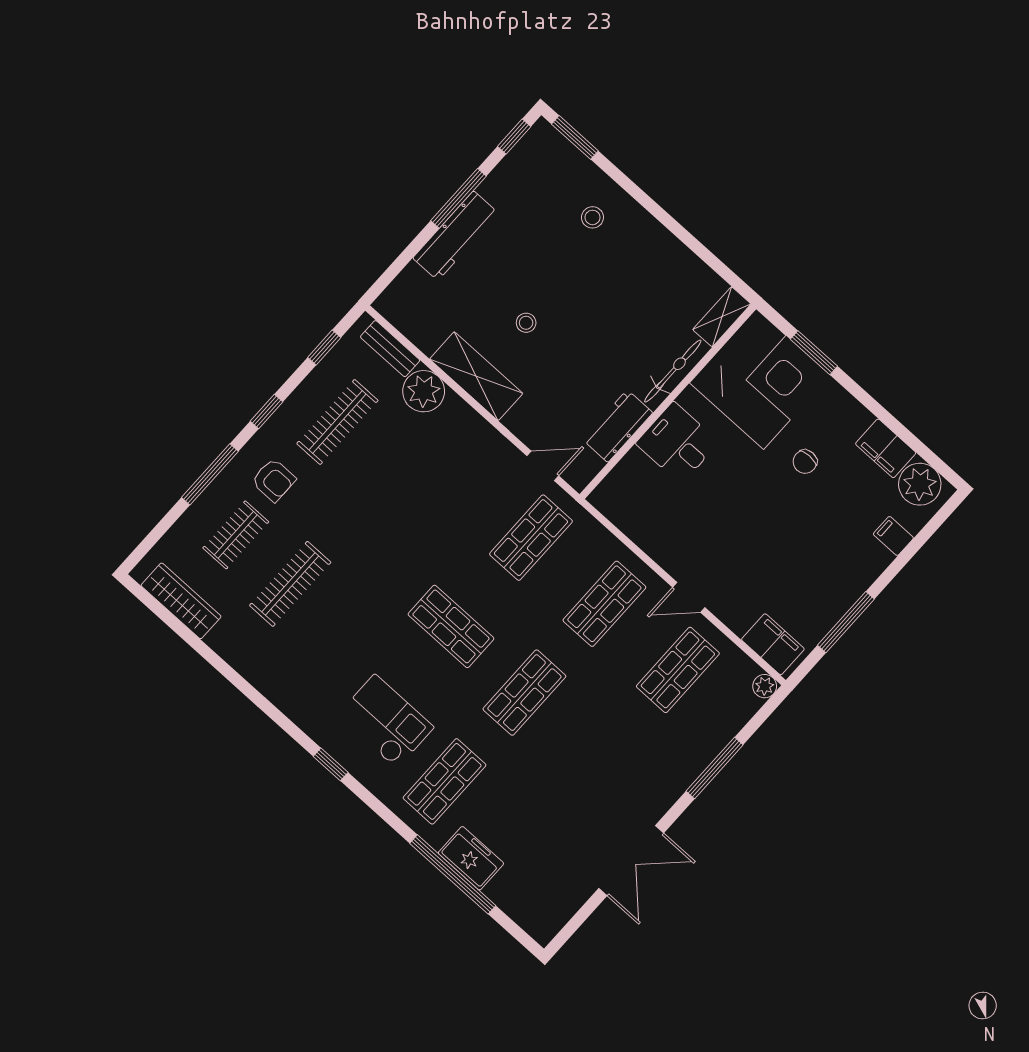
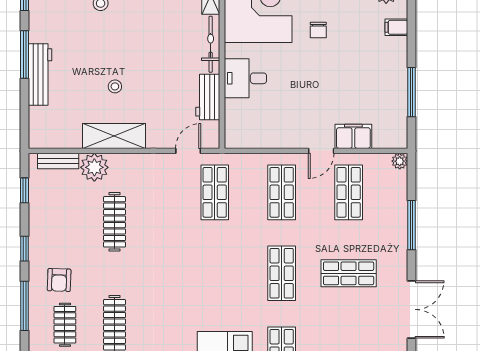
clothes rail: (337, 422) -> (115, 222), moved
armchair: (274, 480) -> (59, 280), turned 92
shop shelf: (451, 626) -> (349, 273), moved
filing cabinet: (773, 644) -> (353, 136), moved

